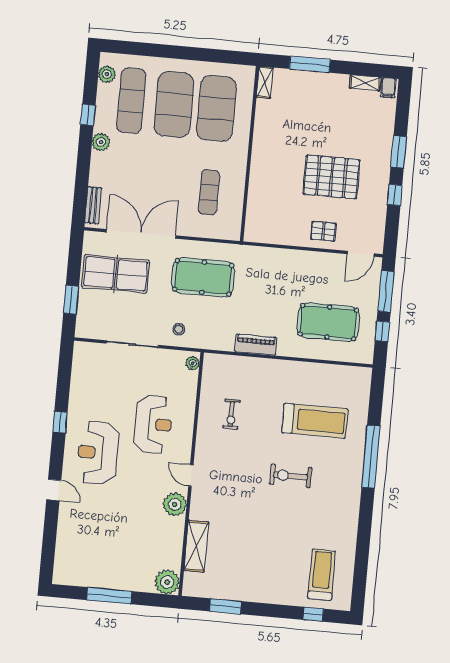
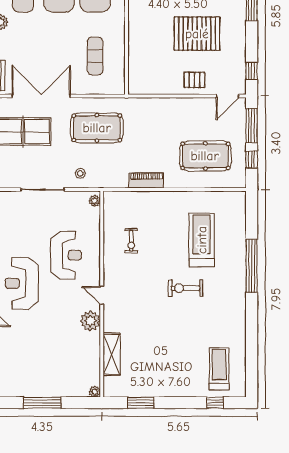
window: (395, 195) -> (252, 71), moved
treadmill: (315, 421) -> (202, 240), turned -90
plant: (167, 582) -> (95, 392), width x0.53, depth x0.53

